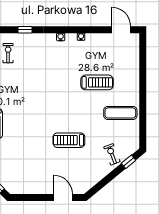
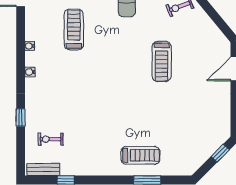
treadmill: (97, 82) -> (74, 29), moved

